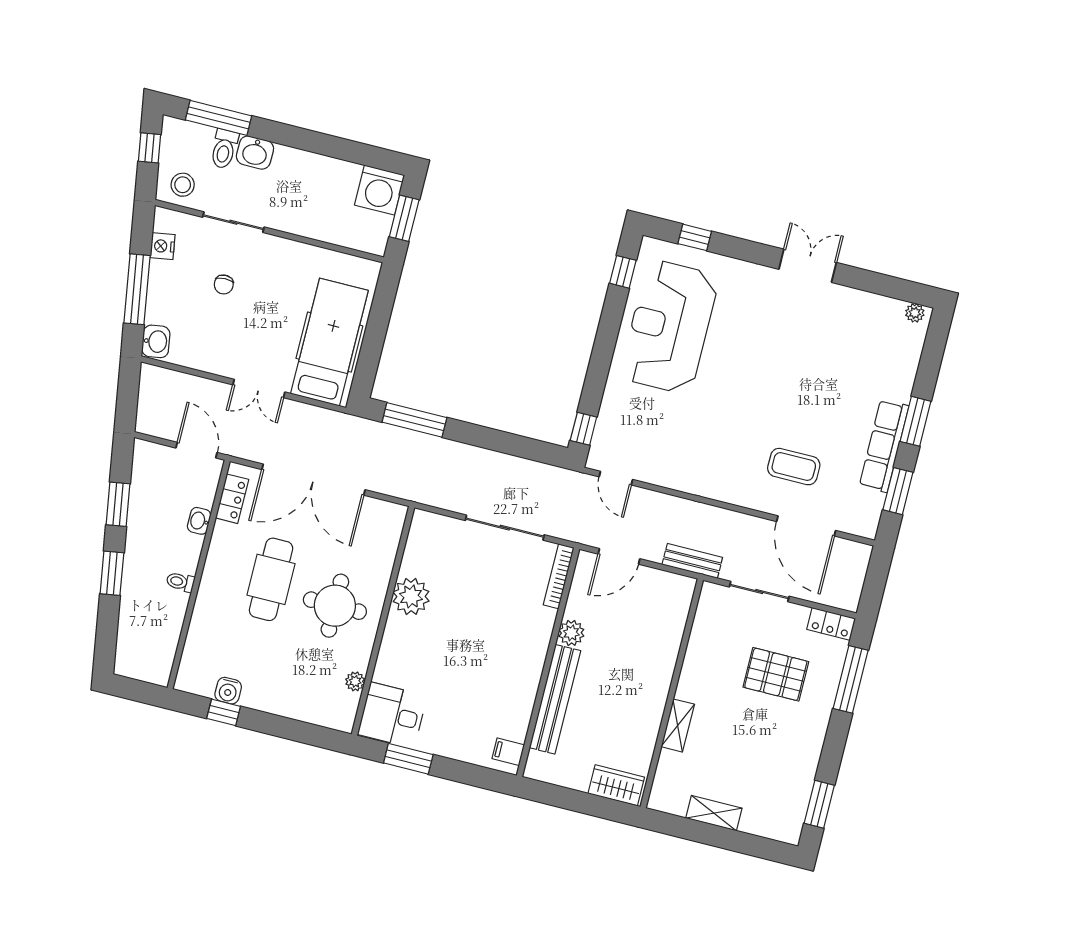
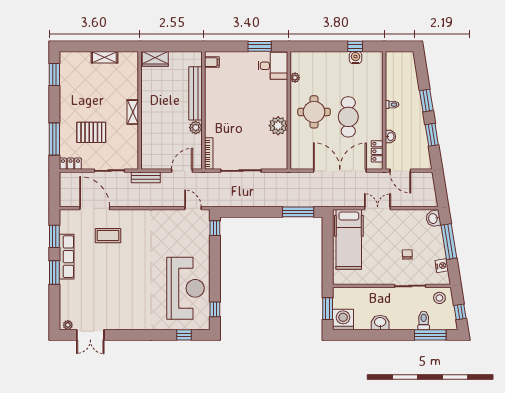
washbasin: (255, 152) -> (380, 322), moved
double door: (808, 266) -> (90, 335), moved
shelving: (678, 725) -> (133, 112), moved

